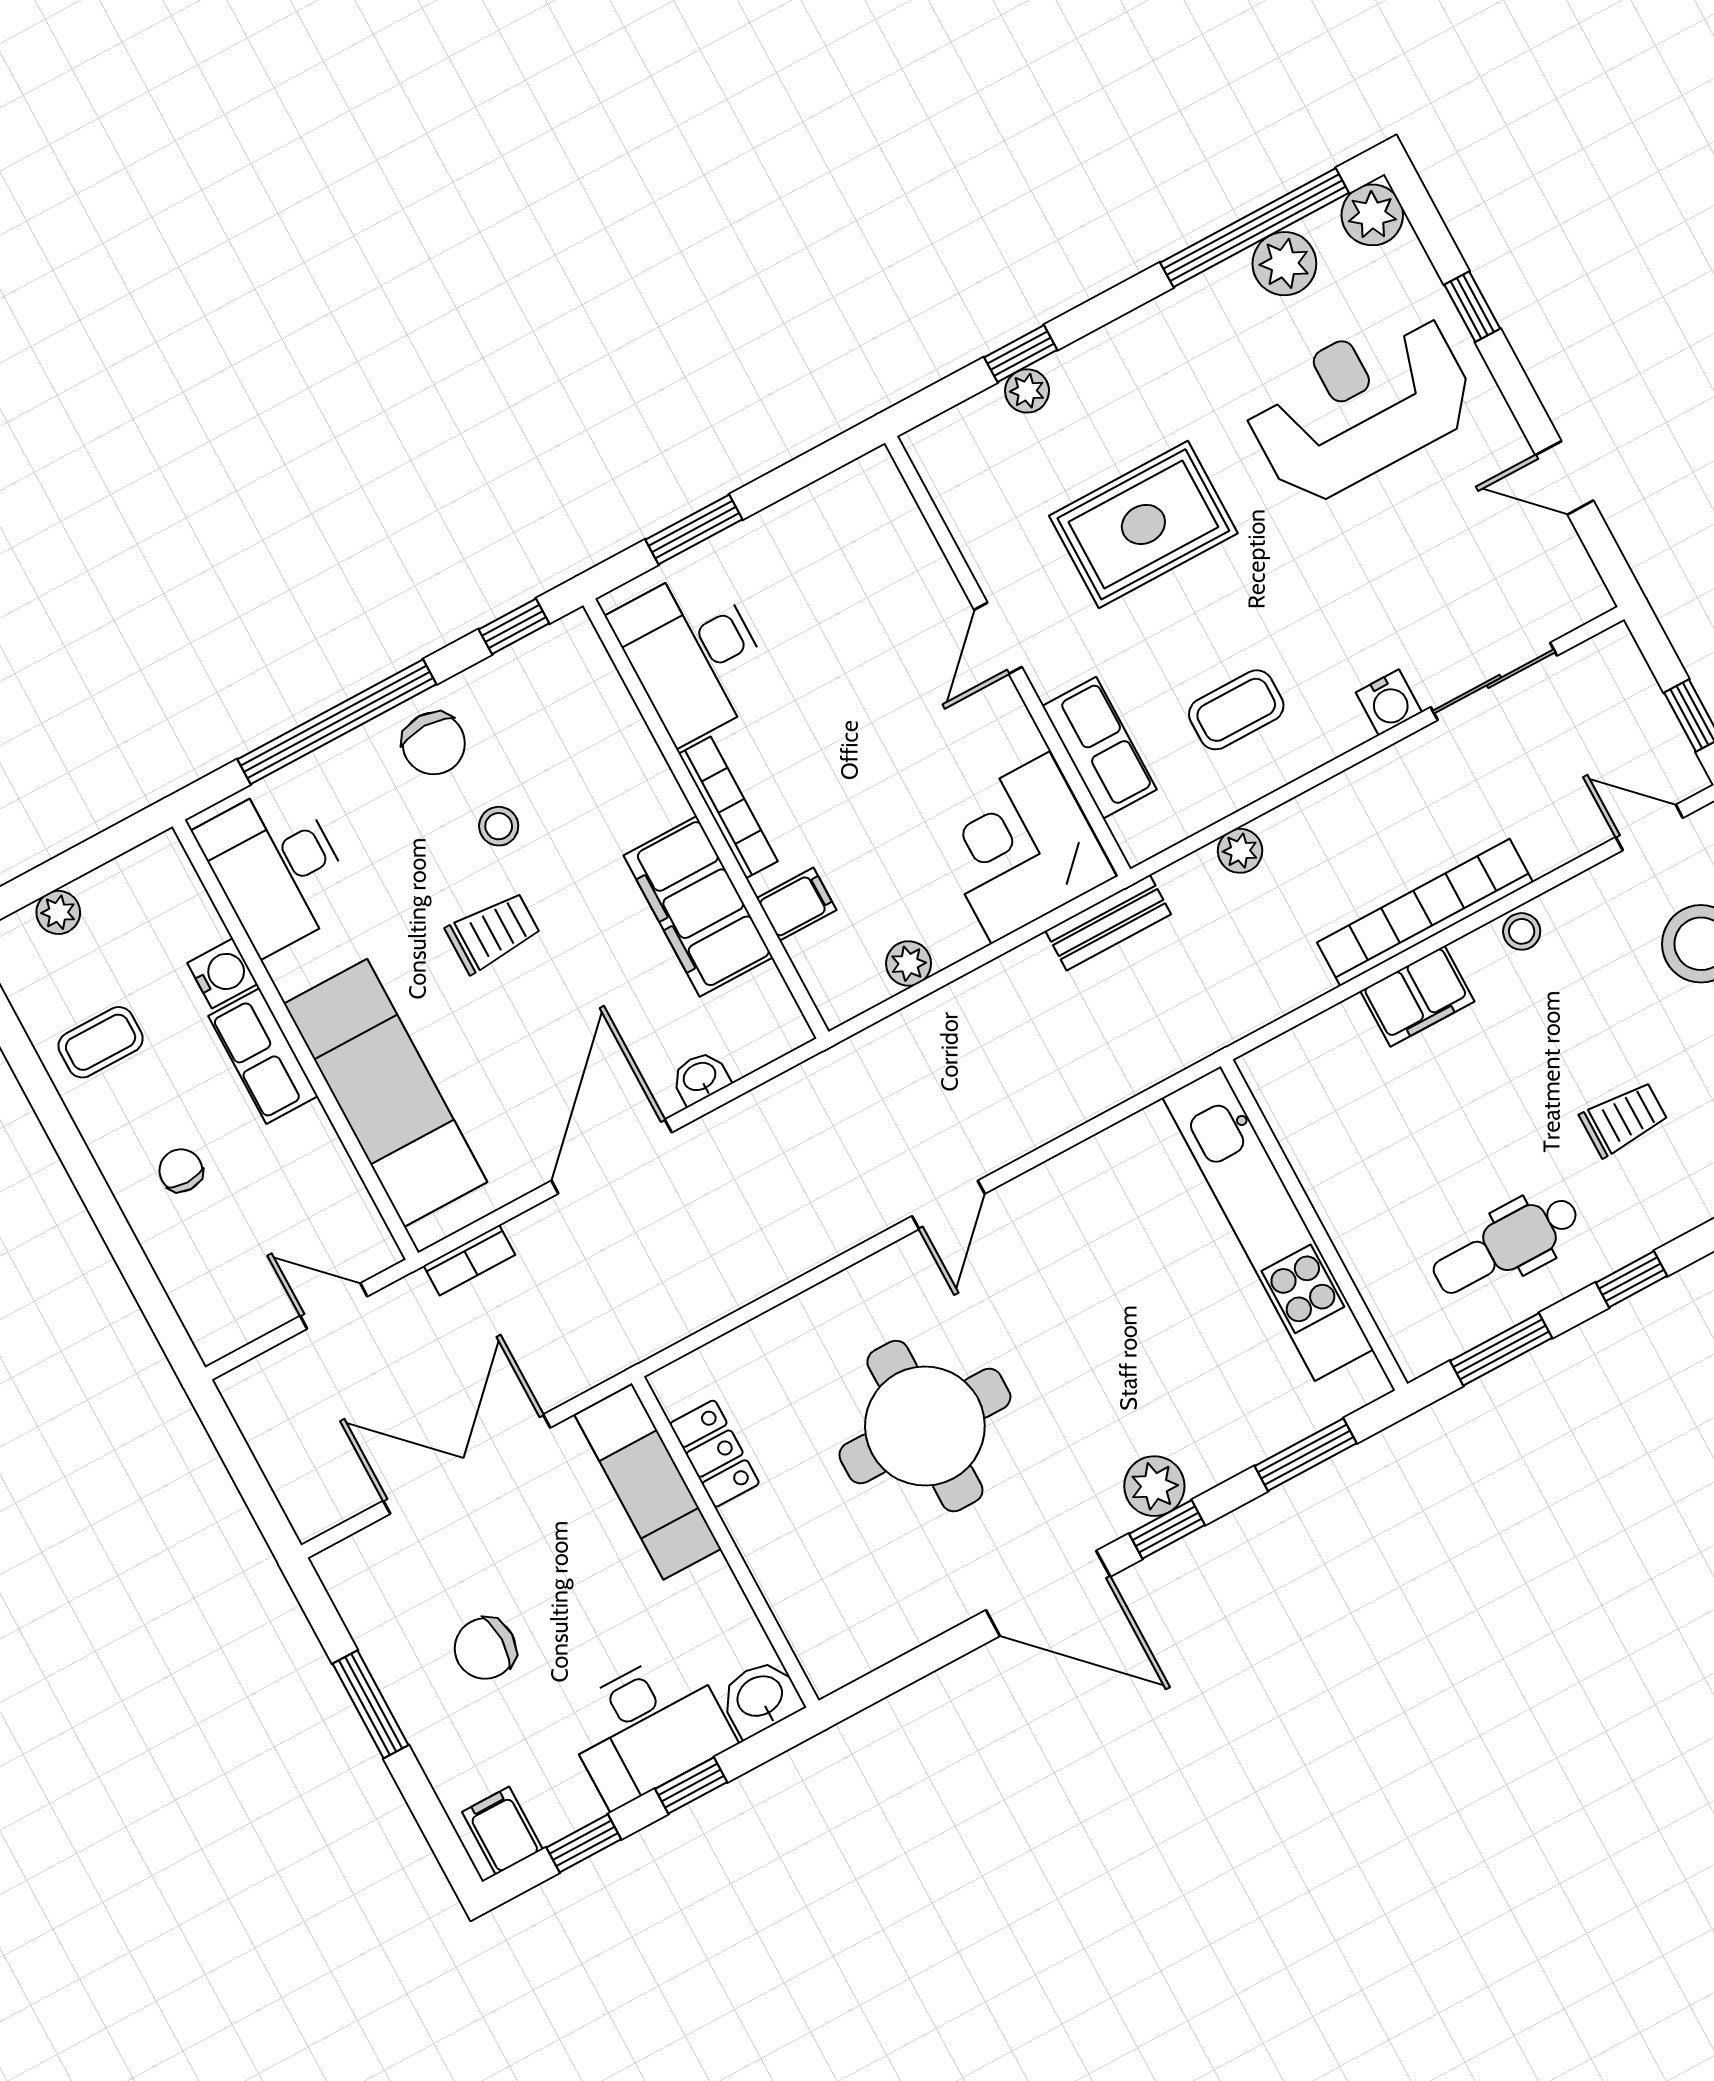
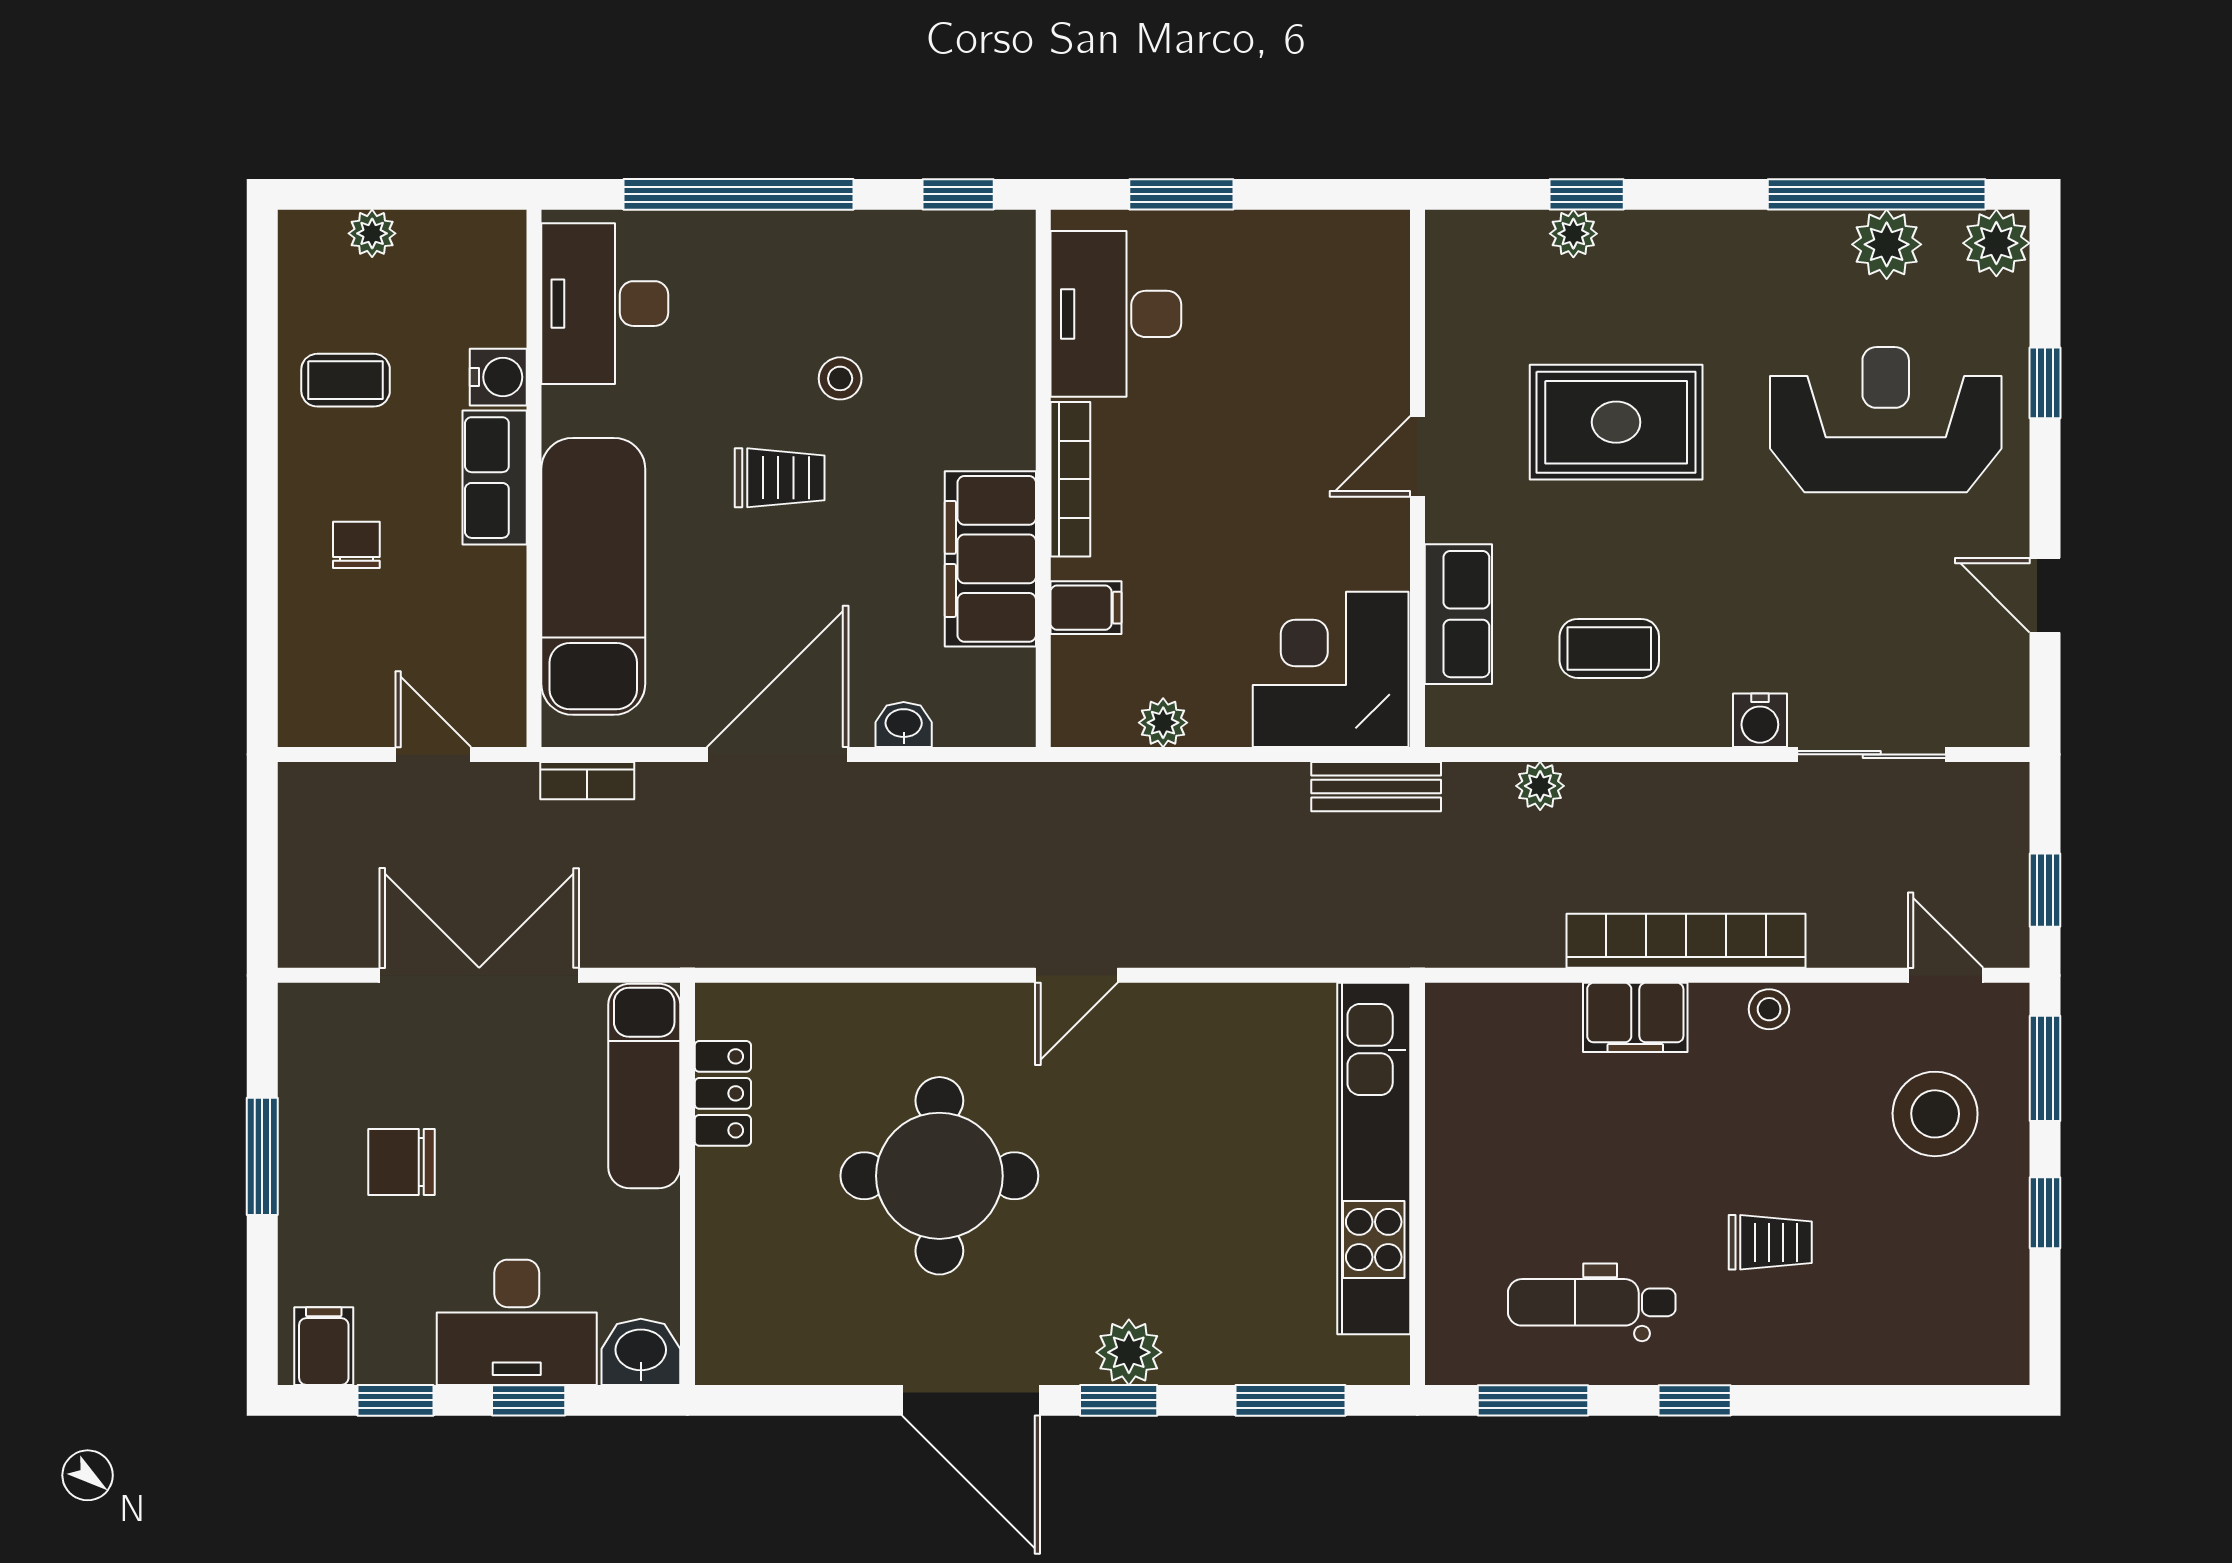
chair: (434, 743) -> (820, 265), removed

